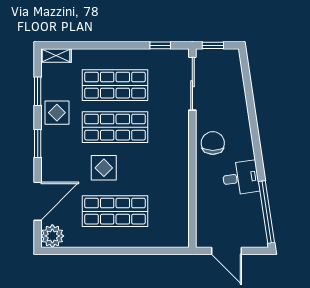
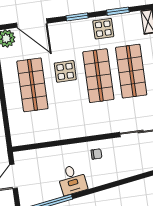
chair: (213, 143) -> (96, 154), width x0.54, depth x0.54

